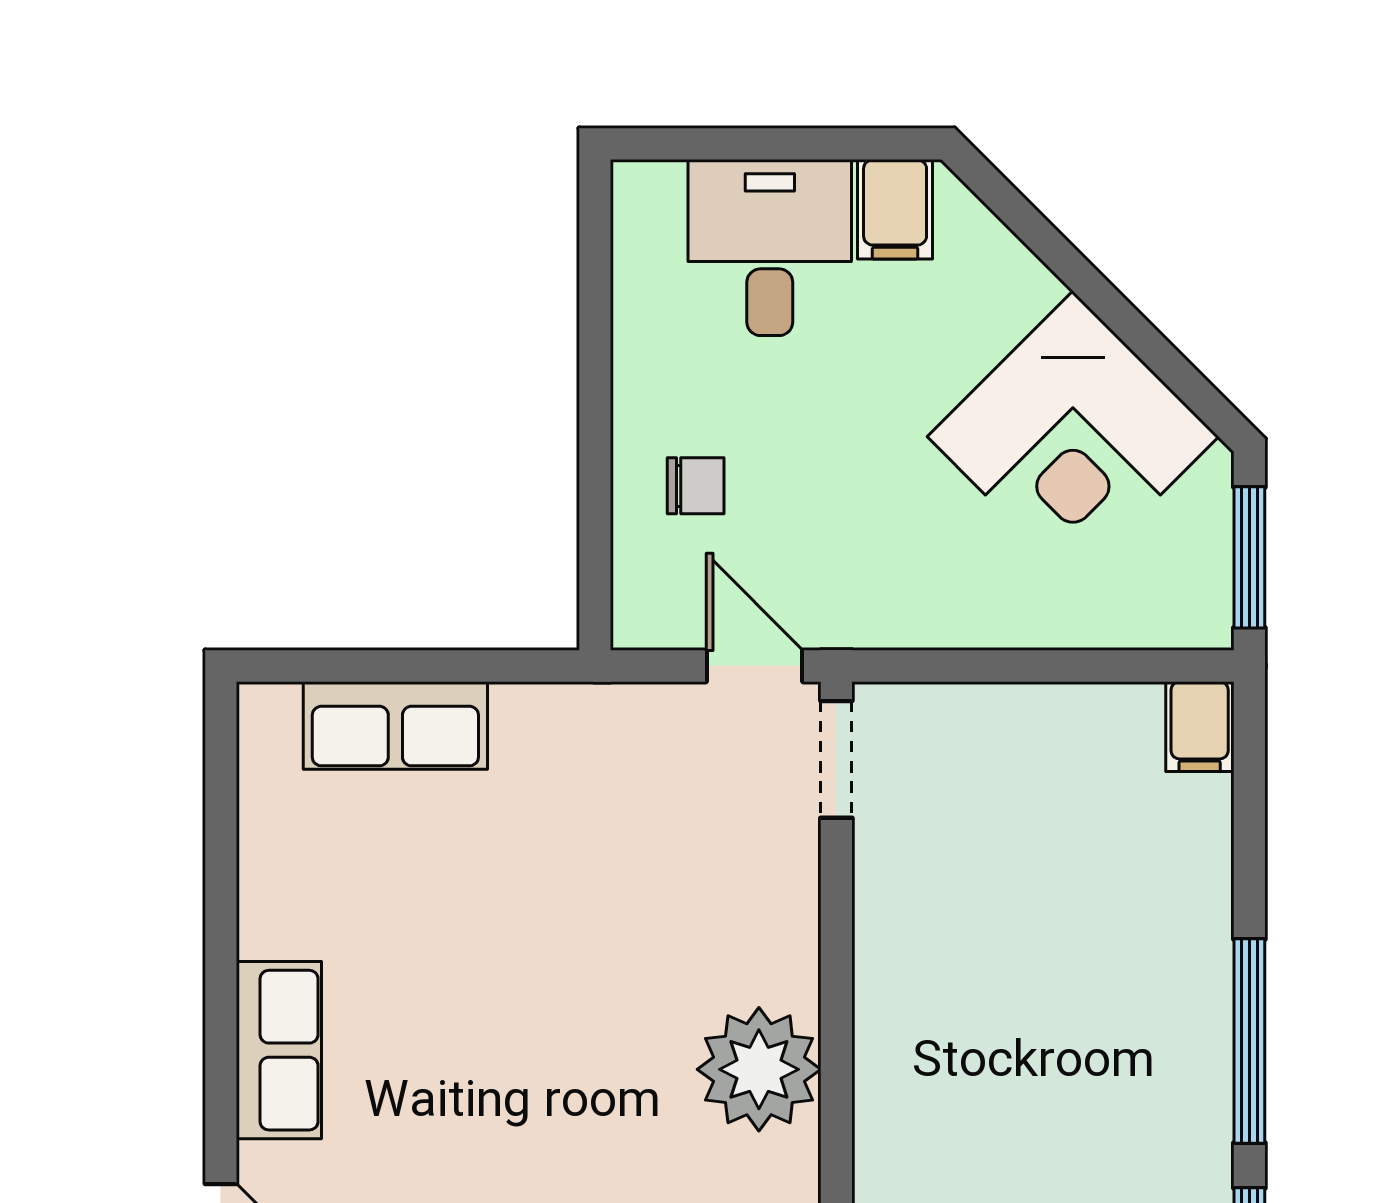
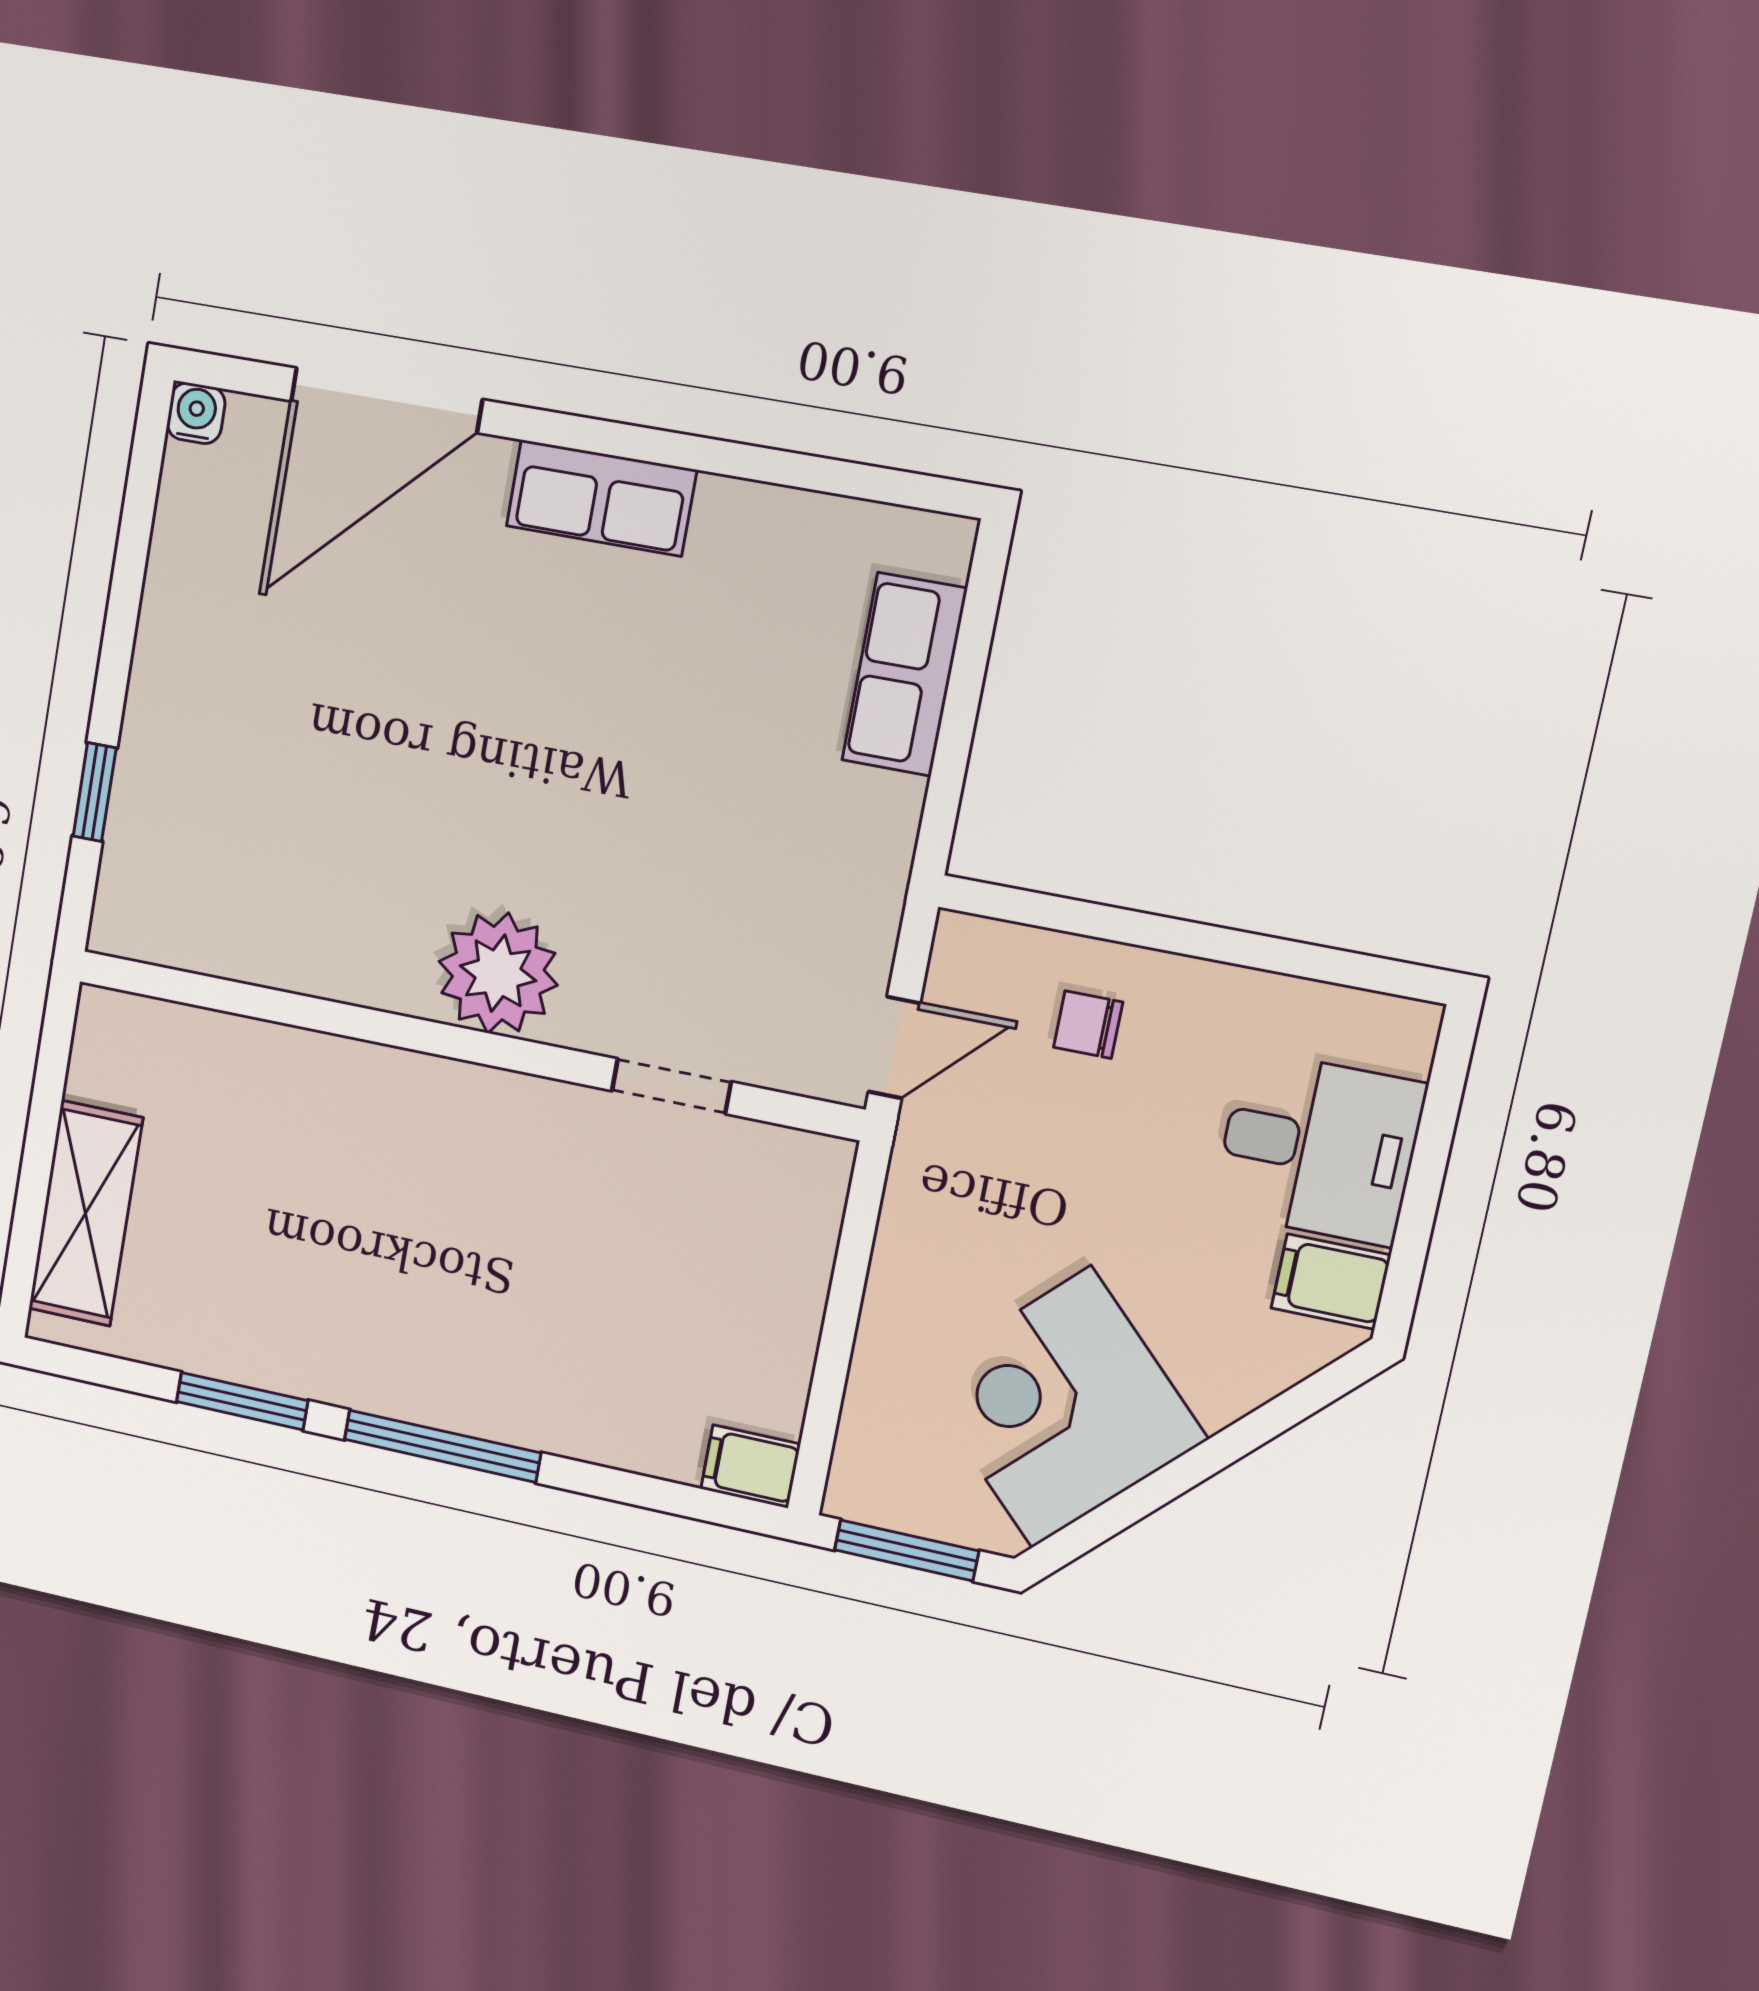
chair: (696, 486) -> (1088, 1025), turned 90
doorway: (836, 759) -> (671, 1086), moved

